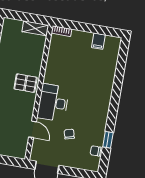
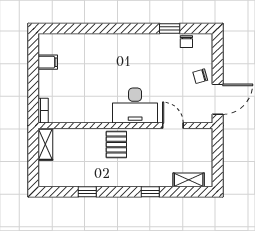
door: (33, 129) -> (173, 126), hinge flipped
chair: (69, 134) -> (200, 76), moved

